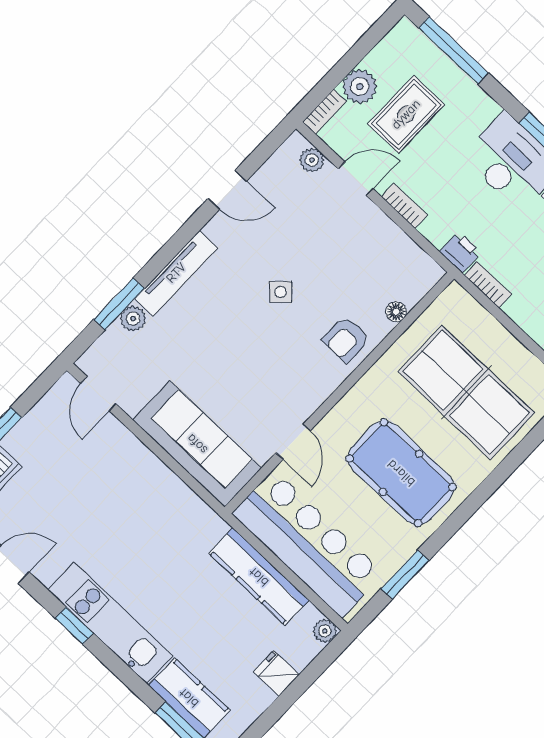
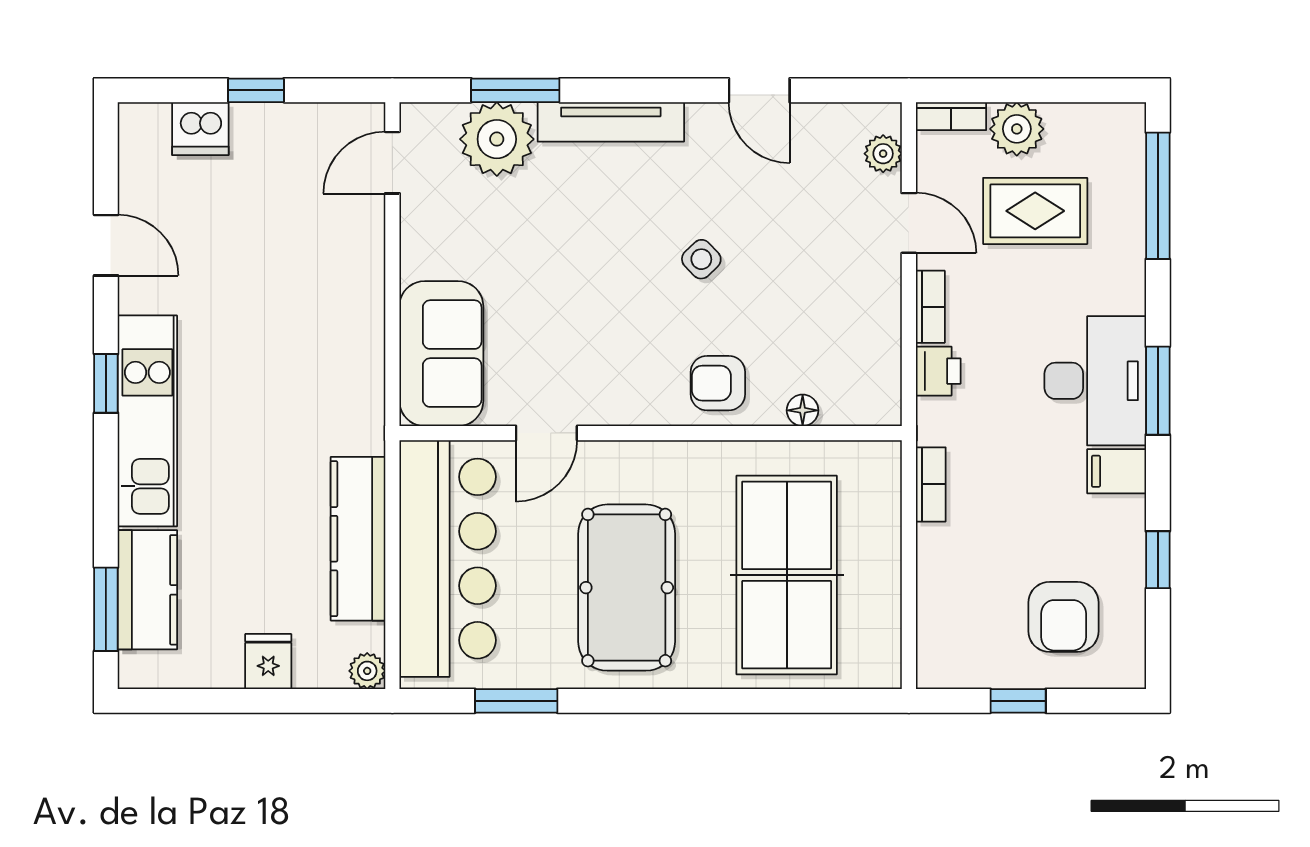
printer: (460, 252) -> (938, 371), moved
plant: (133, 319) -> (497, 139), width x1.88, depth x1.88
sofa: (197, 444) -> (441, 354), width x0.73

